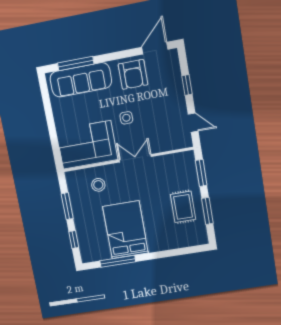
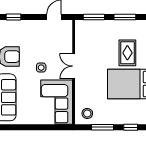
window: (187, 85) -> (14, 17), moved
stool: (98, 185) -> (87, 113), moved
rug: (183, 207) -> (127, 53), moved, turned 90

